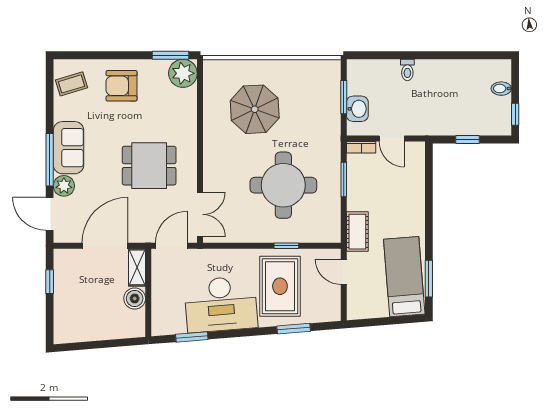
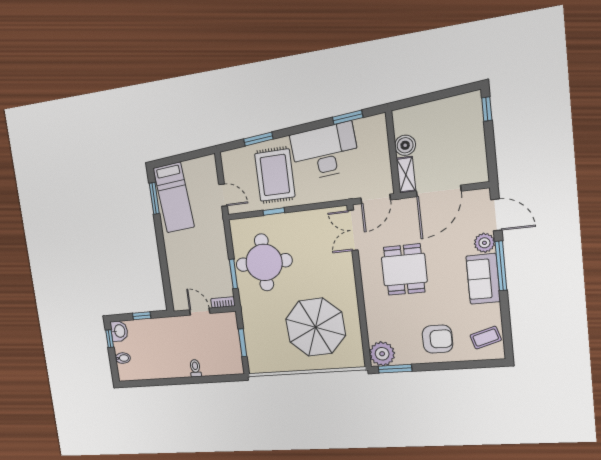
parasol: (255, 109) -> (315, 327), width x1.36, depth x1.36
washbasin: (357, 109) -> (119, 331), moved, turned 180
dining table: (149, 166) -> (404, 270), turned 90
round table: (283, 185) -> (264, 262), moved
cot: (357, 232) -> (216, 231), removed
window: (50, 282) -> (487, 109), moved

